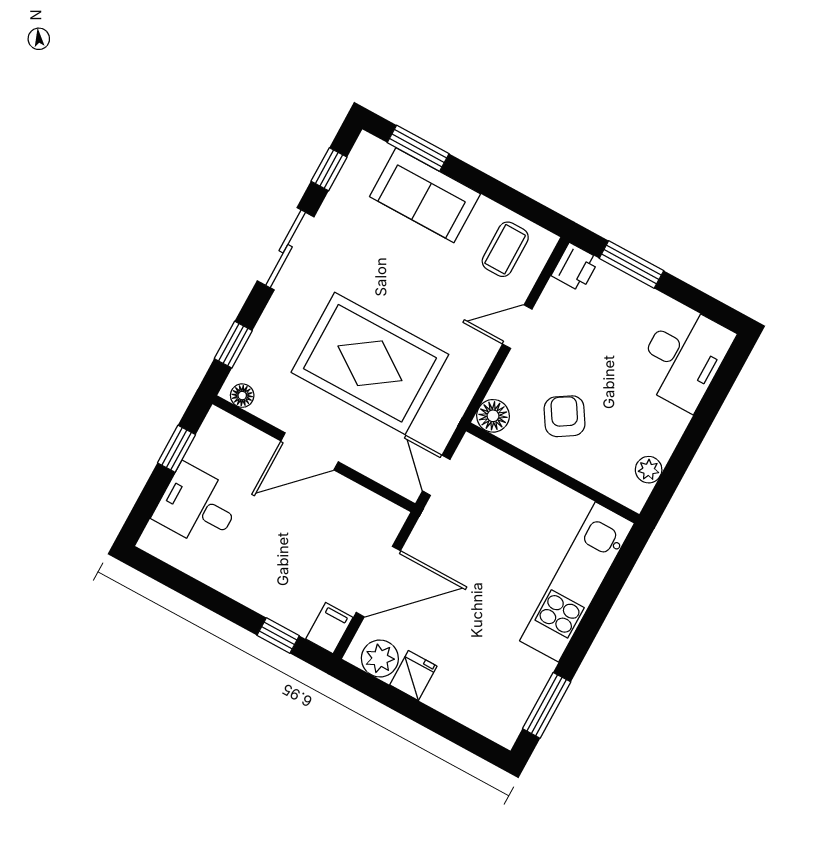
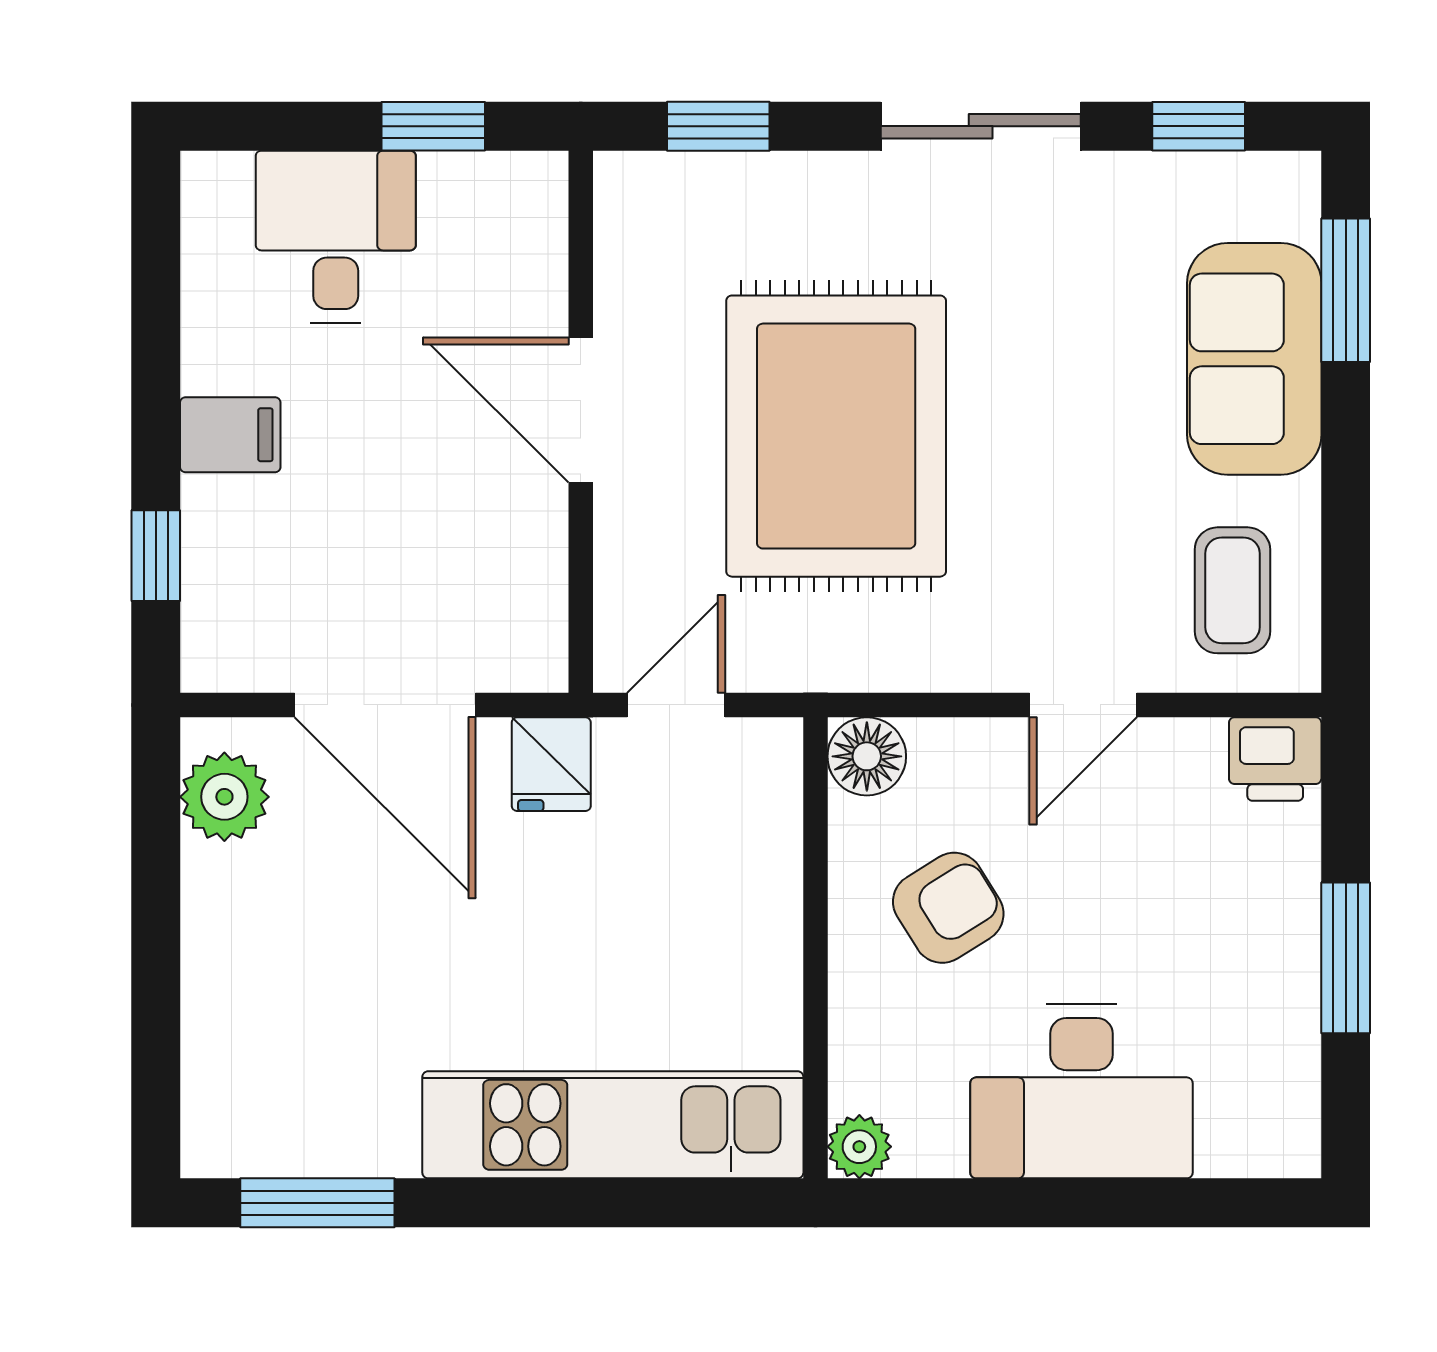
coffee table: (505, 249) -> (1232, 590), turned 90
window: (631, 265) -> (1346, 958), moved
door: (517, 327) -> (1083, 705), swing flipped
desk: (684, 357) -> (1082, 1091), moved
floor lamp: (242, 396) -> (621, 204), removed
plant: (649, 470) -> (859, 1147), moved
filing cabinet: (329, 628) -> (230, 435), moved
fridge: (413, 675) -> (551, 764), moved, turned 90

